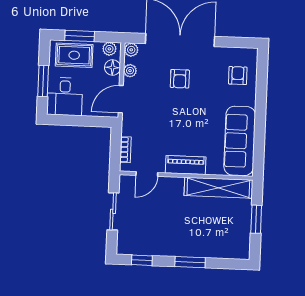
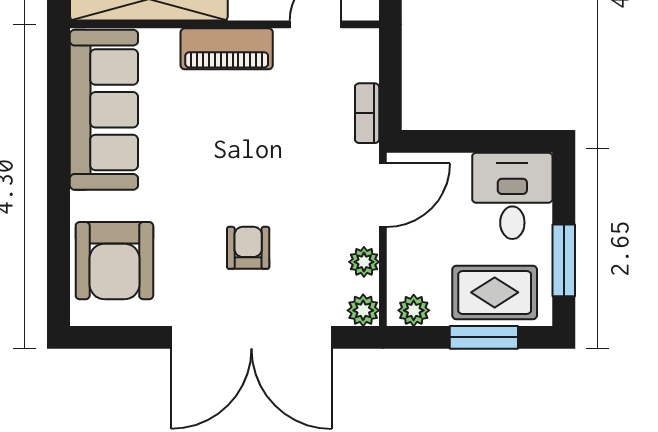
floor lamp: (113, 68) -> (405, 268), removed
armchair: (238, 76) -> (114, 261), width x1.88, depth x1.88
window: (43, 81) -> (564, 260), moved
bookcase: (126, 150) -> (367, 113), moved

